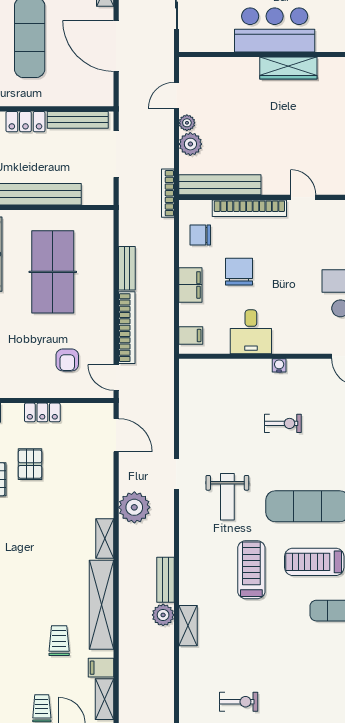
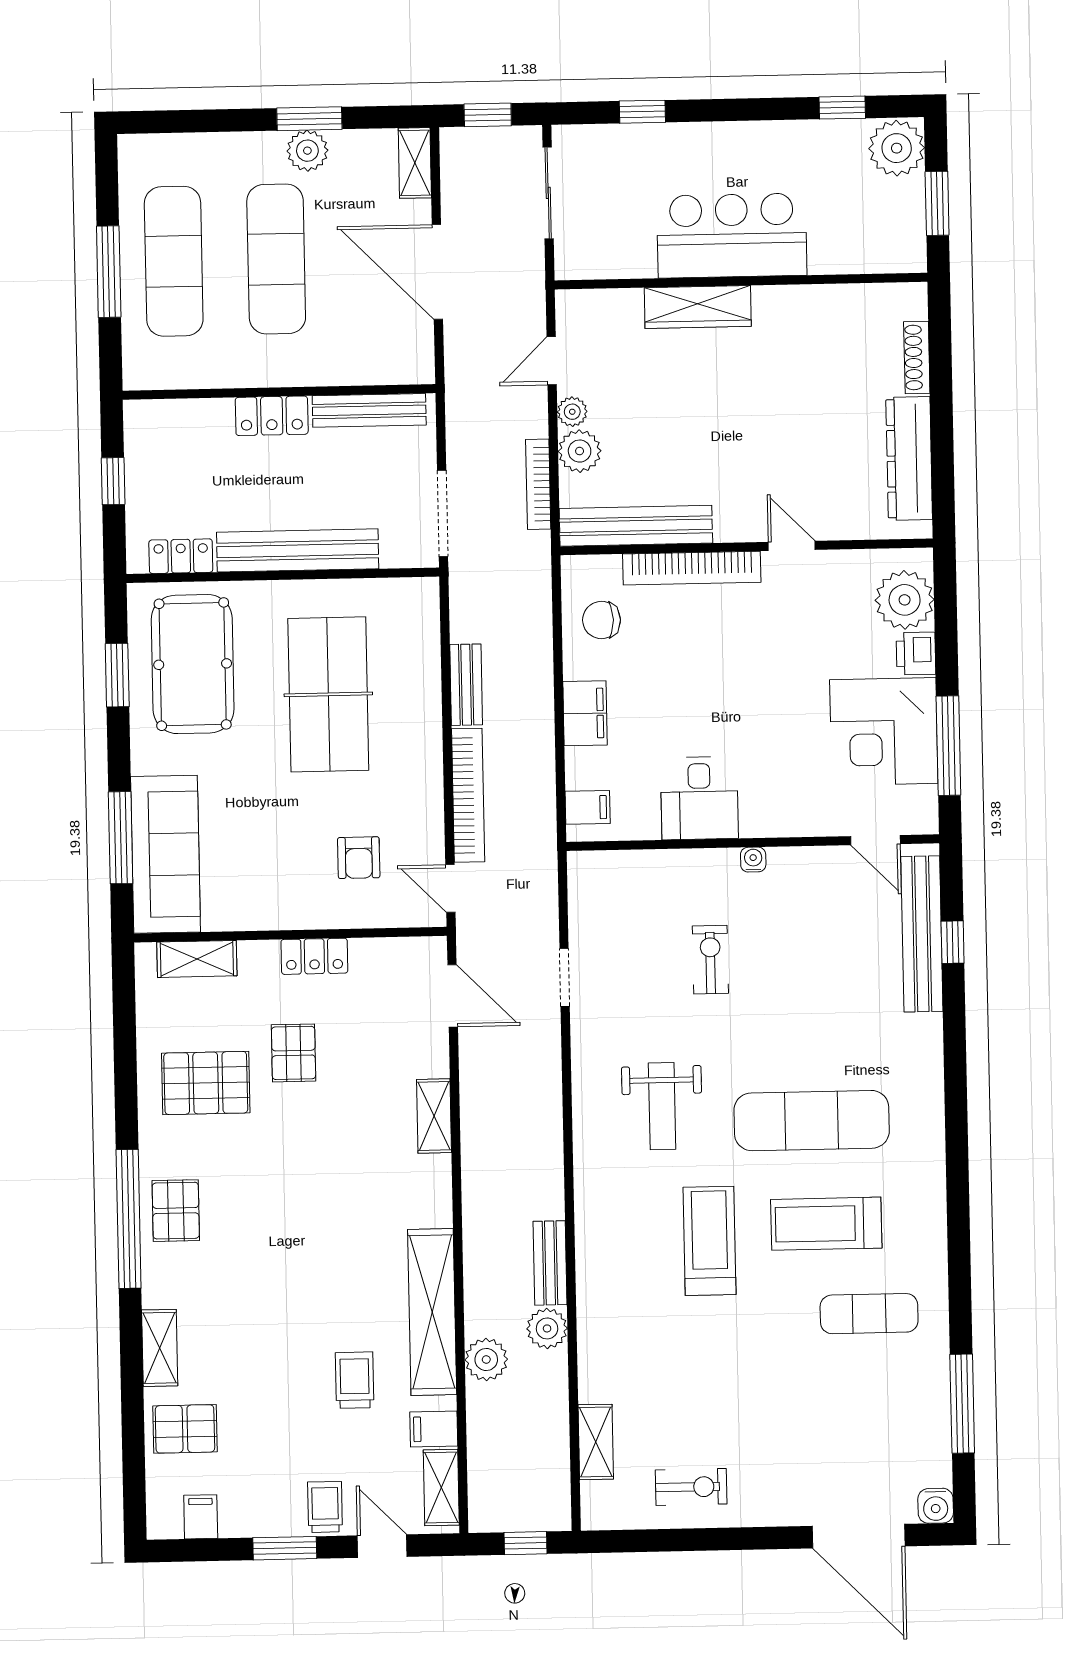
wardrobe: (288, 68) -> (698, 307), moved
doorway: (116, 154) -> (443, 513), moved
bookcase: (168, 193) -> (538, 484), moved
chair: (239, 272) -> (675, 687), removed
exercise bike: (283, 423) -> (710, 960), moved, turned -90
doorway: (176, 474) -> (565, 977), moved
plant: (134, 507) -> (486, 1360), moved, width x0.73, depth x0.73
shelving: (105, 539) -> (434, 1116), moved
shelving: (188, 626) -> (596, 1442), moved

